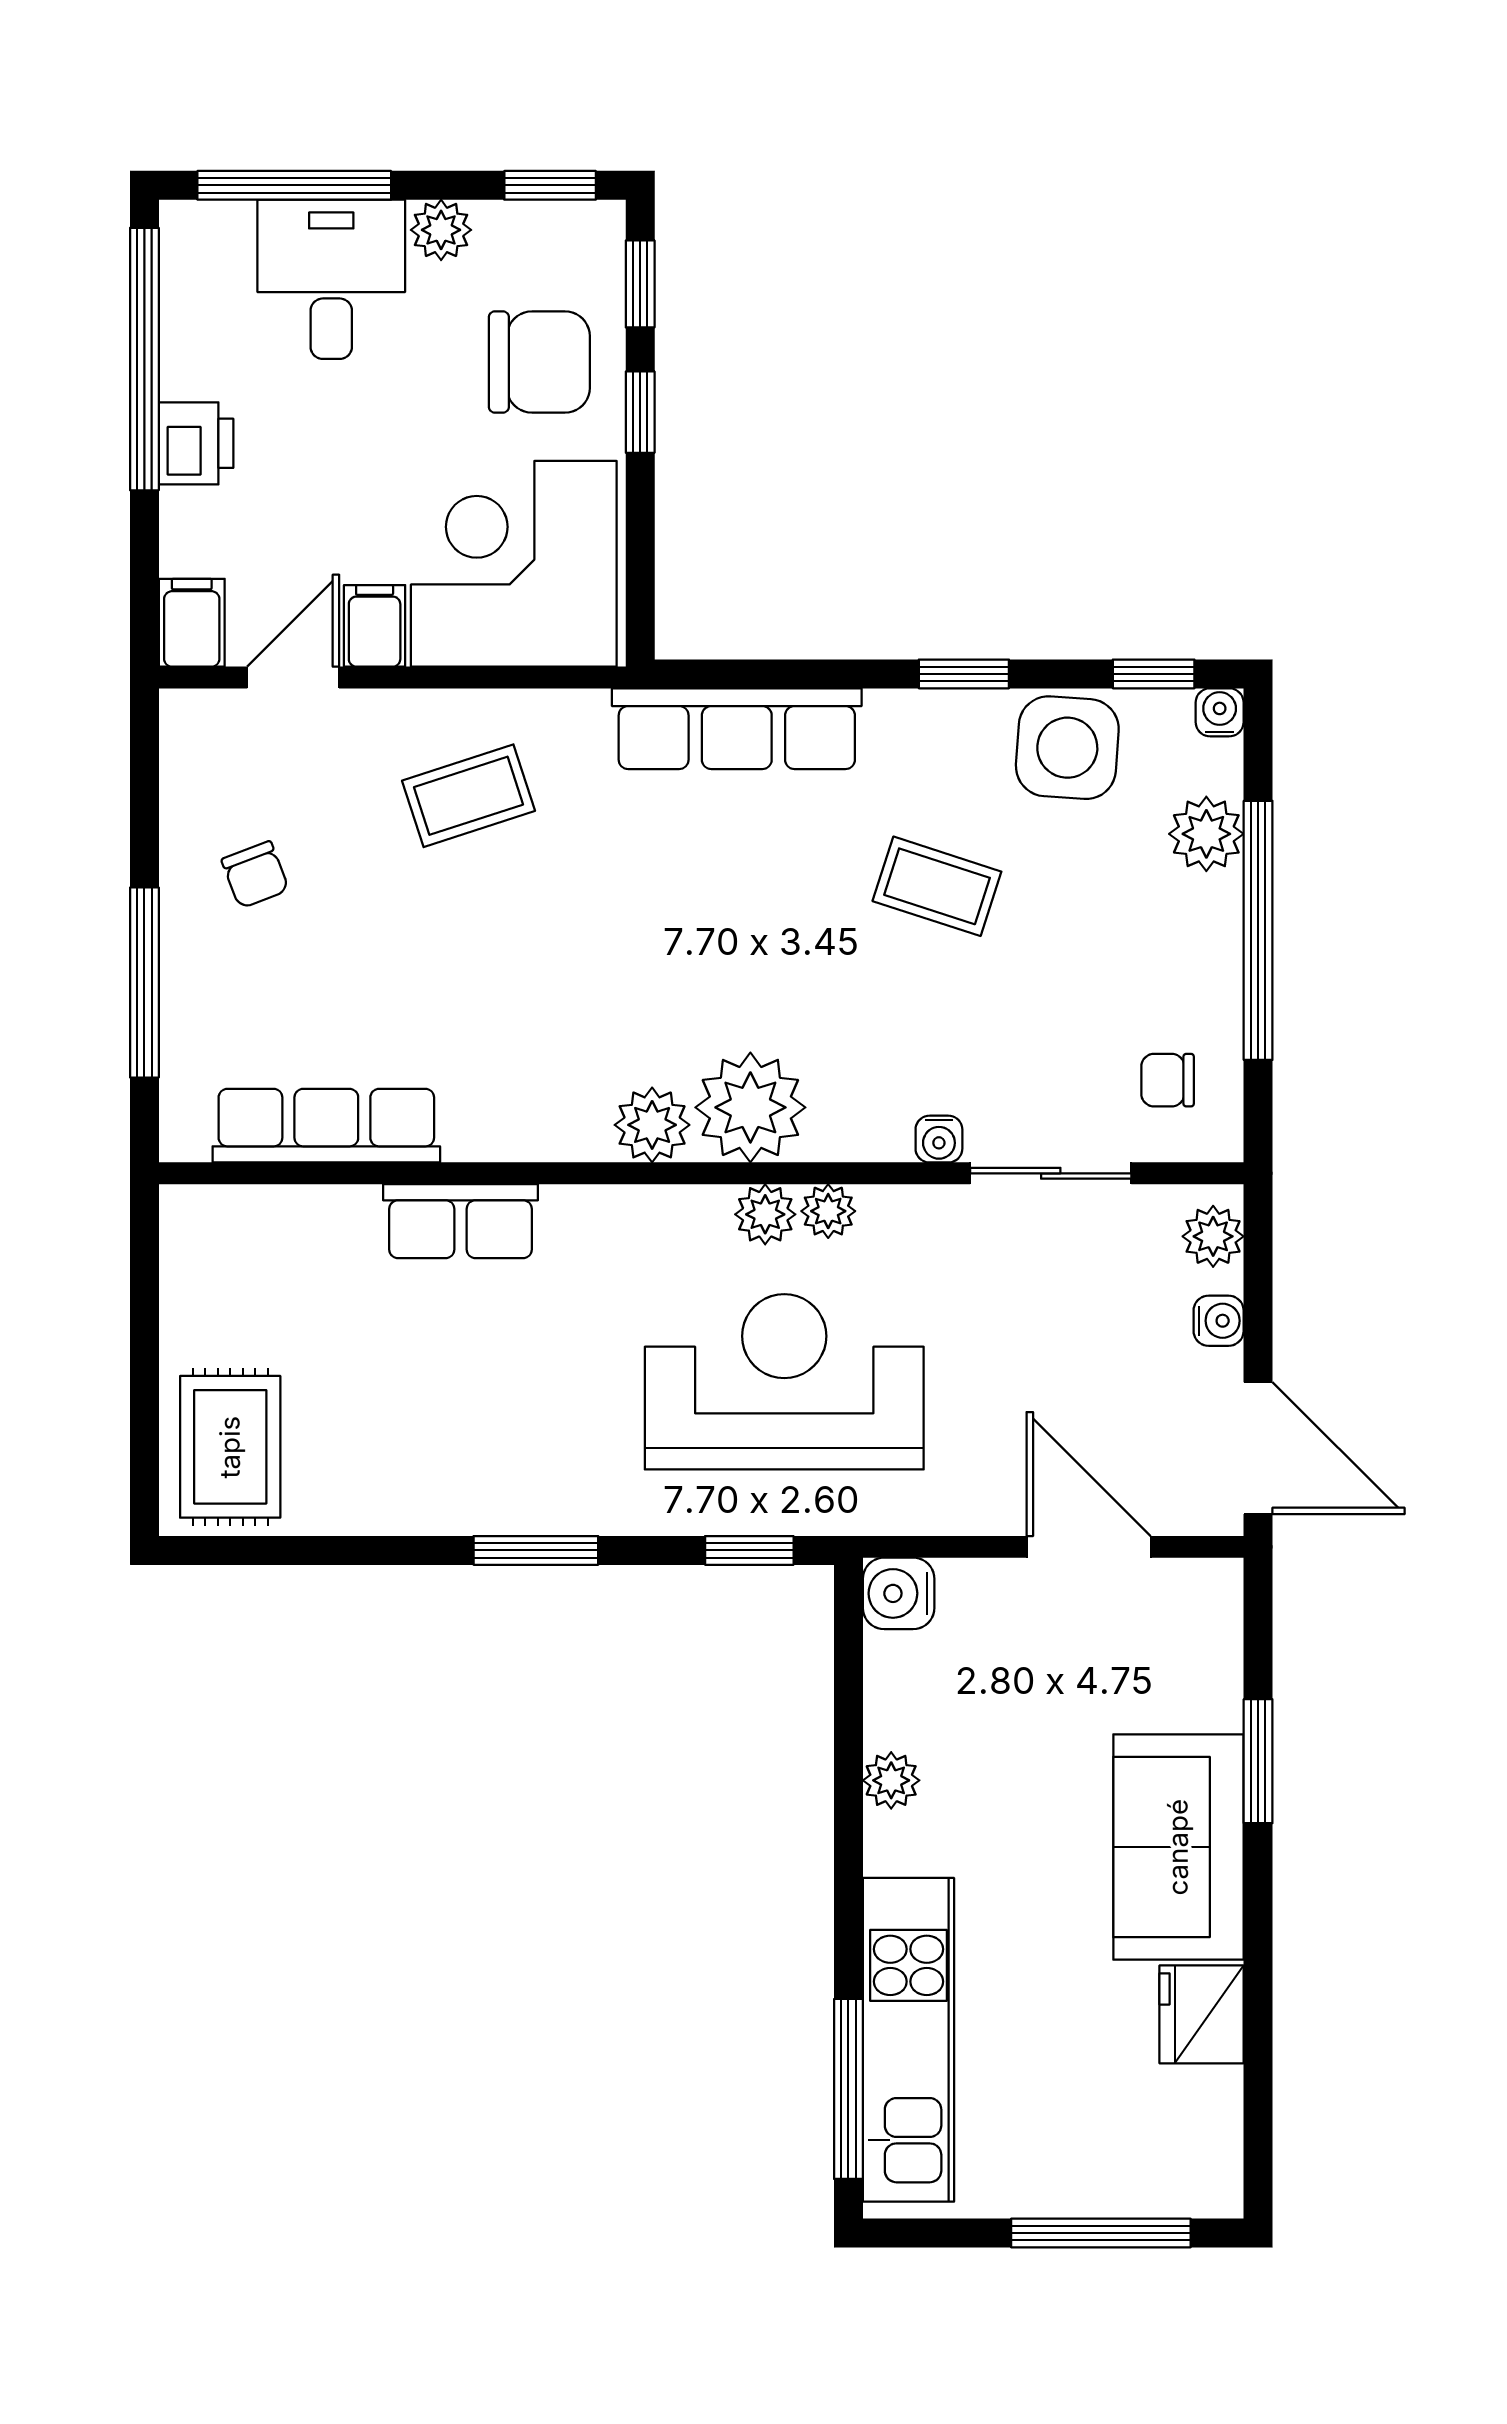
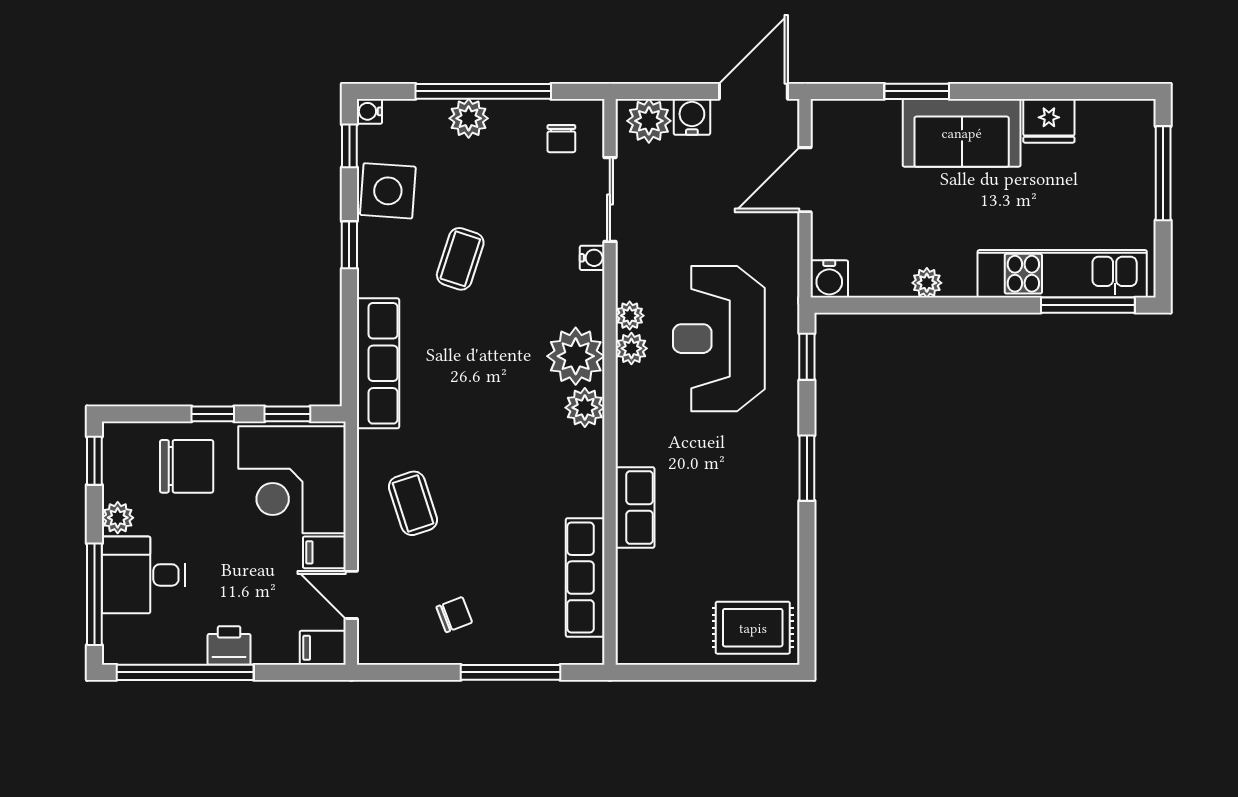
window: (640, 284) -> (287, 414), moved
chair: (539, 362) -> (187, 466), turned 90
plant: (1206, 834) -> (469, 118), moved
plant: (1213, 1236) -> (649, 121), width x1.38, depth x1.38
water cooler: (1219, 1321) -> (692, 117), width x1.38, depth x1.38

